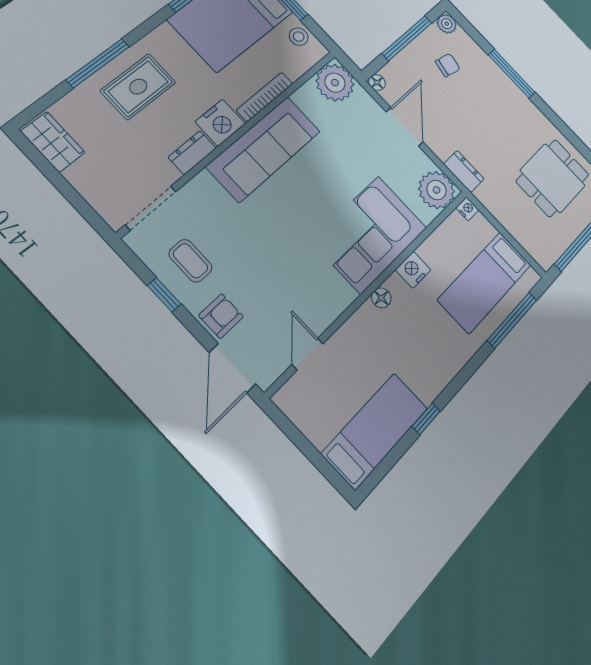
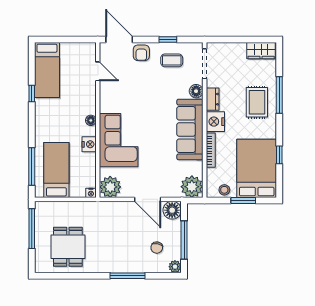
floor lamp: (377, 82) -> (172, 210), width x1.89, depth x1.89
dresser: (464, 171) -> (107, 207), removed
floor lamp: (203, 186) -> (196, 91), added

